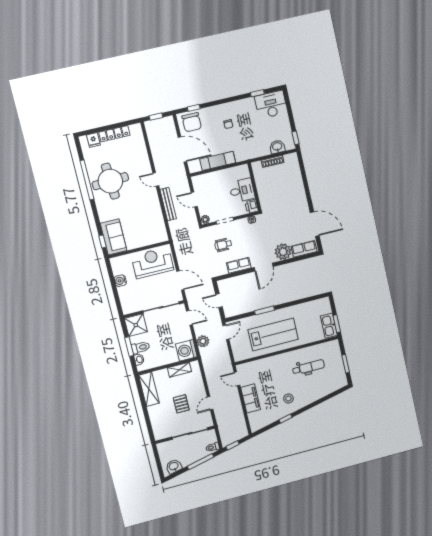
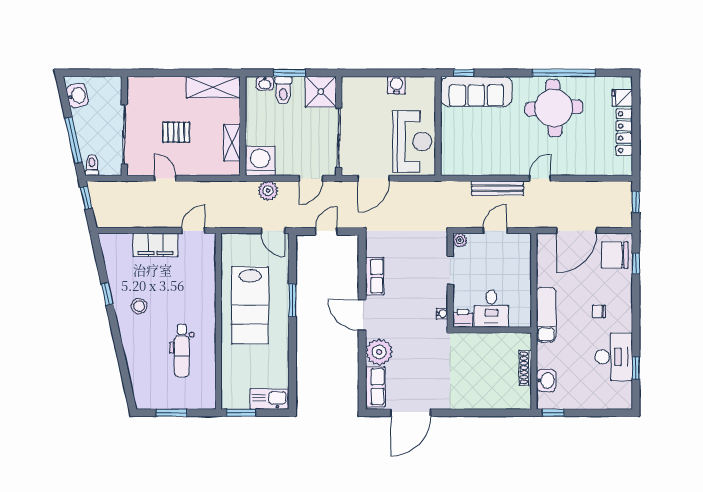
desk: (271, 105) -> (614, 357), moved
exam couch: (218, 161) -> (546, 315), moved
sofa: (114, 237) -> (476, 92), width x1.36
wheelchair: (223, 245) -> (413, 259), removed
kitchen sink: (329, 326) -> (270, 399), moved

